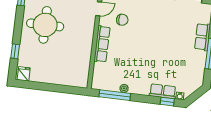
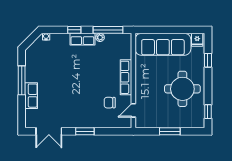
sofa: (60, 73) -> (163, 44), added
row of seats: (163, 91) -> (82, 39), moved
window: (167, 102) -> (74, 30), moved

